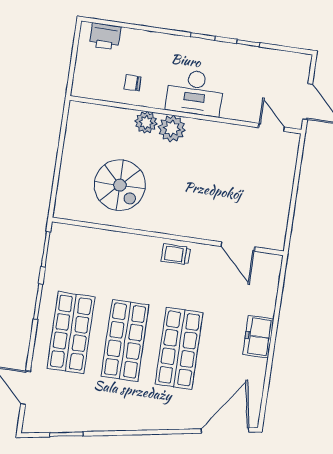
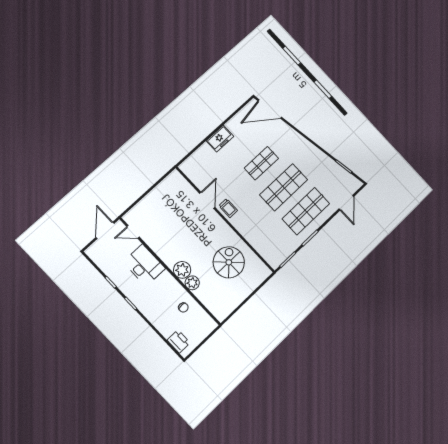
desk: (195, 93) -> (144, 265), moved
door: (272, 127) -> (133, 232), hinge flipped
door: (238, 247) -> (207, 200), moved
shop shelf: (179, 348) -> (261, 163), width x0.70, depth x0.74

